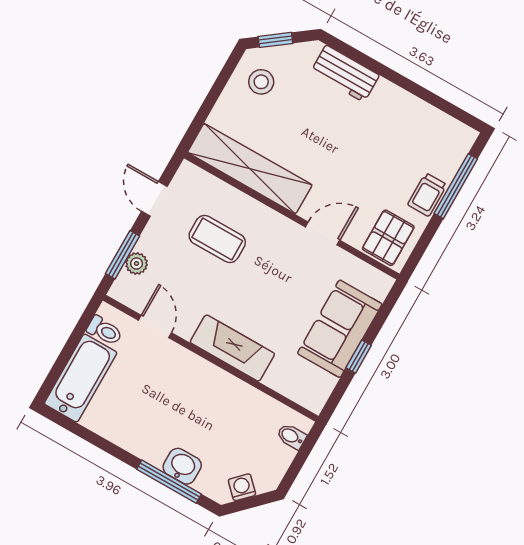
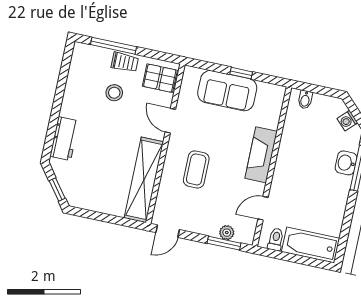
stool: (261, 82) -> (114, 93), moved
door: (154, 199) -> (168, 231), moved
coffee table: (217, 239) -> (196, 169), moved

